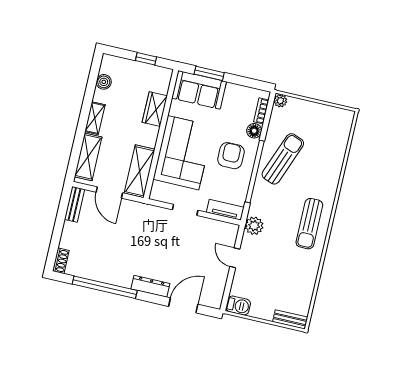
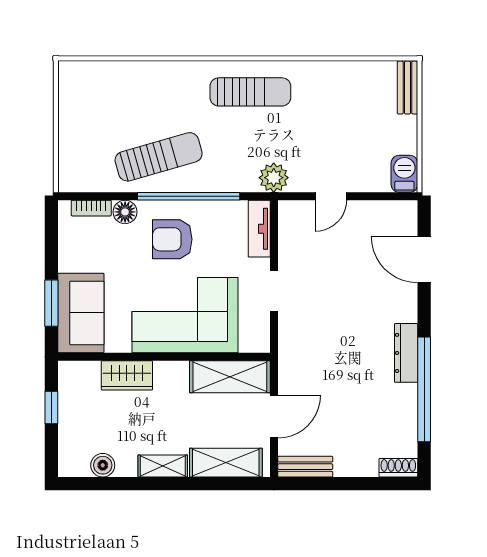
plant: (280, 101) -> (68, 182), removed
sun lounger: (283, 159) -> (159, 157), turned 143
dresser: (150, 286) -> (406, 353), moved

